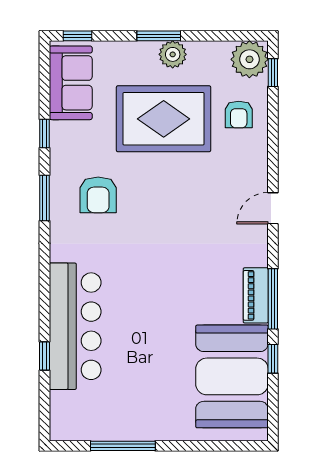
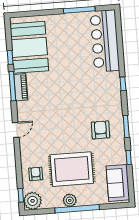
window: (77, 36) -> (116, 206), removed
window: (159, 36) -> (77, 209), width x2.11
bar counter: (75, 326) -> (105, 41), moved
window: (45, 356) -> (123, 84), moved

